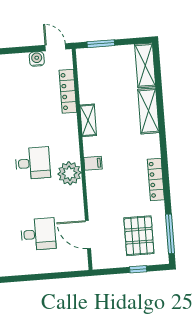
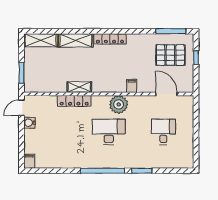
locker: (68, 91) -> (74, 101), moved
desk: (33, 163) -> (109, 132), width x1.37
filing cabinet: (93, 163) -> (132, 86), moved
locker: (156, 179) -> (110, 39), moved
door: (88, 234) -> (166, 94), swing flipped

